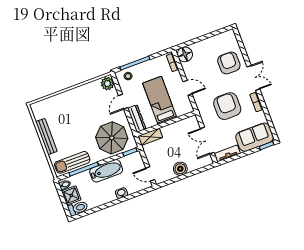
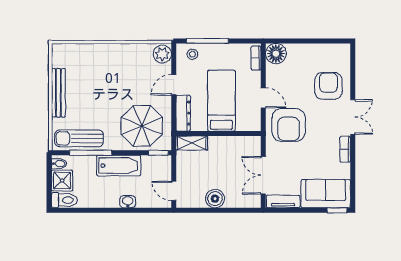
armchair: (227, 106) -> (289, 125), moved, turned 180

